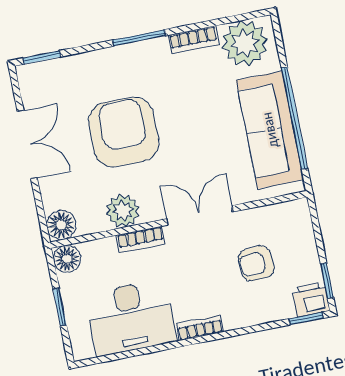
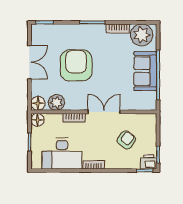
sofa: (270, 130) -> (145, 71), width x0.73
plant: (123, 211) -> (56, 102), moved
armchair: (256, 263) -> (126, 140), turned 132

